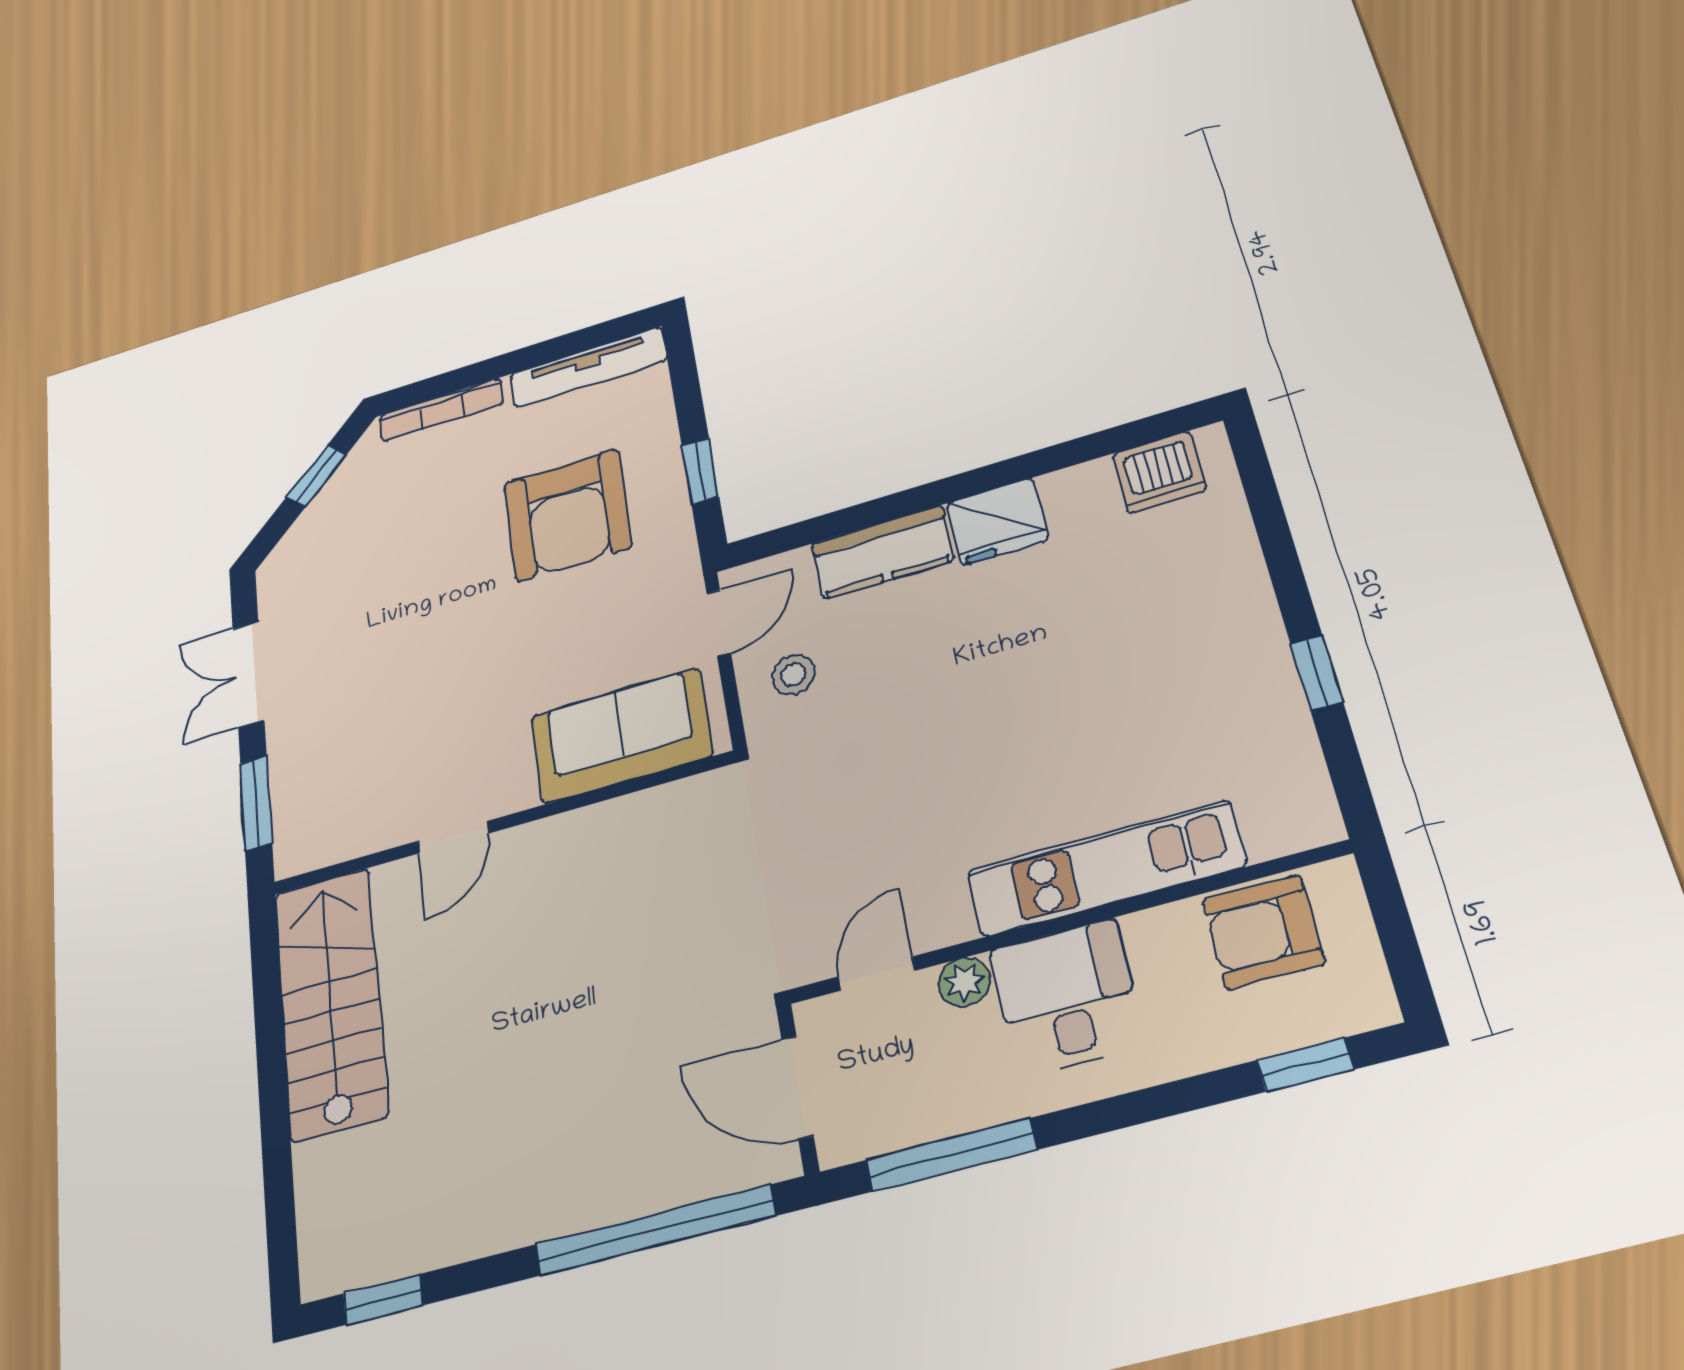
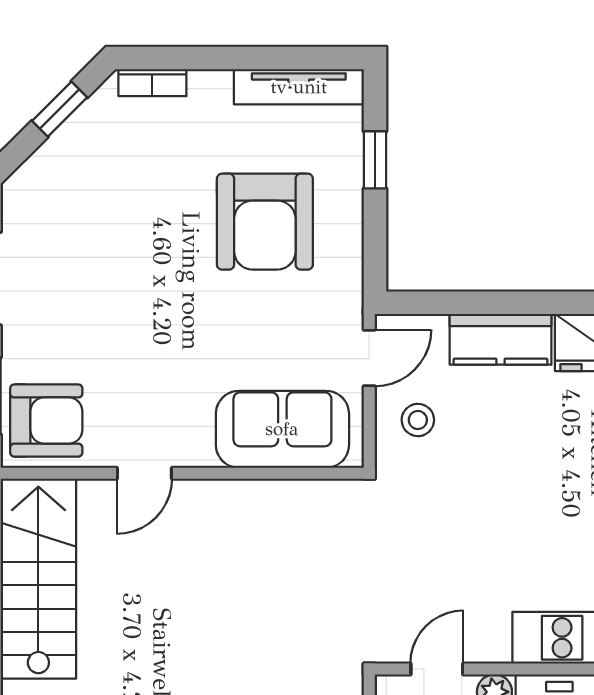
bookcase: (441, 410) -> (152, 83), width x0.64
window: (700, 471) -> (375, 160), moved
armchair: (326, 811) -> (46, 421), added

